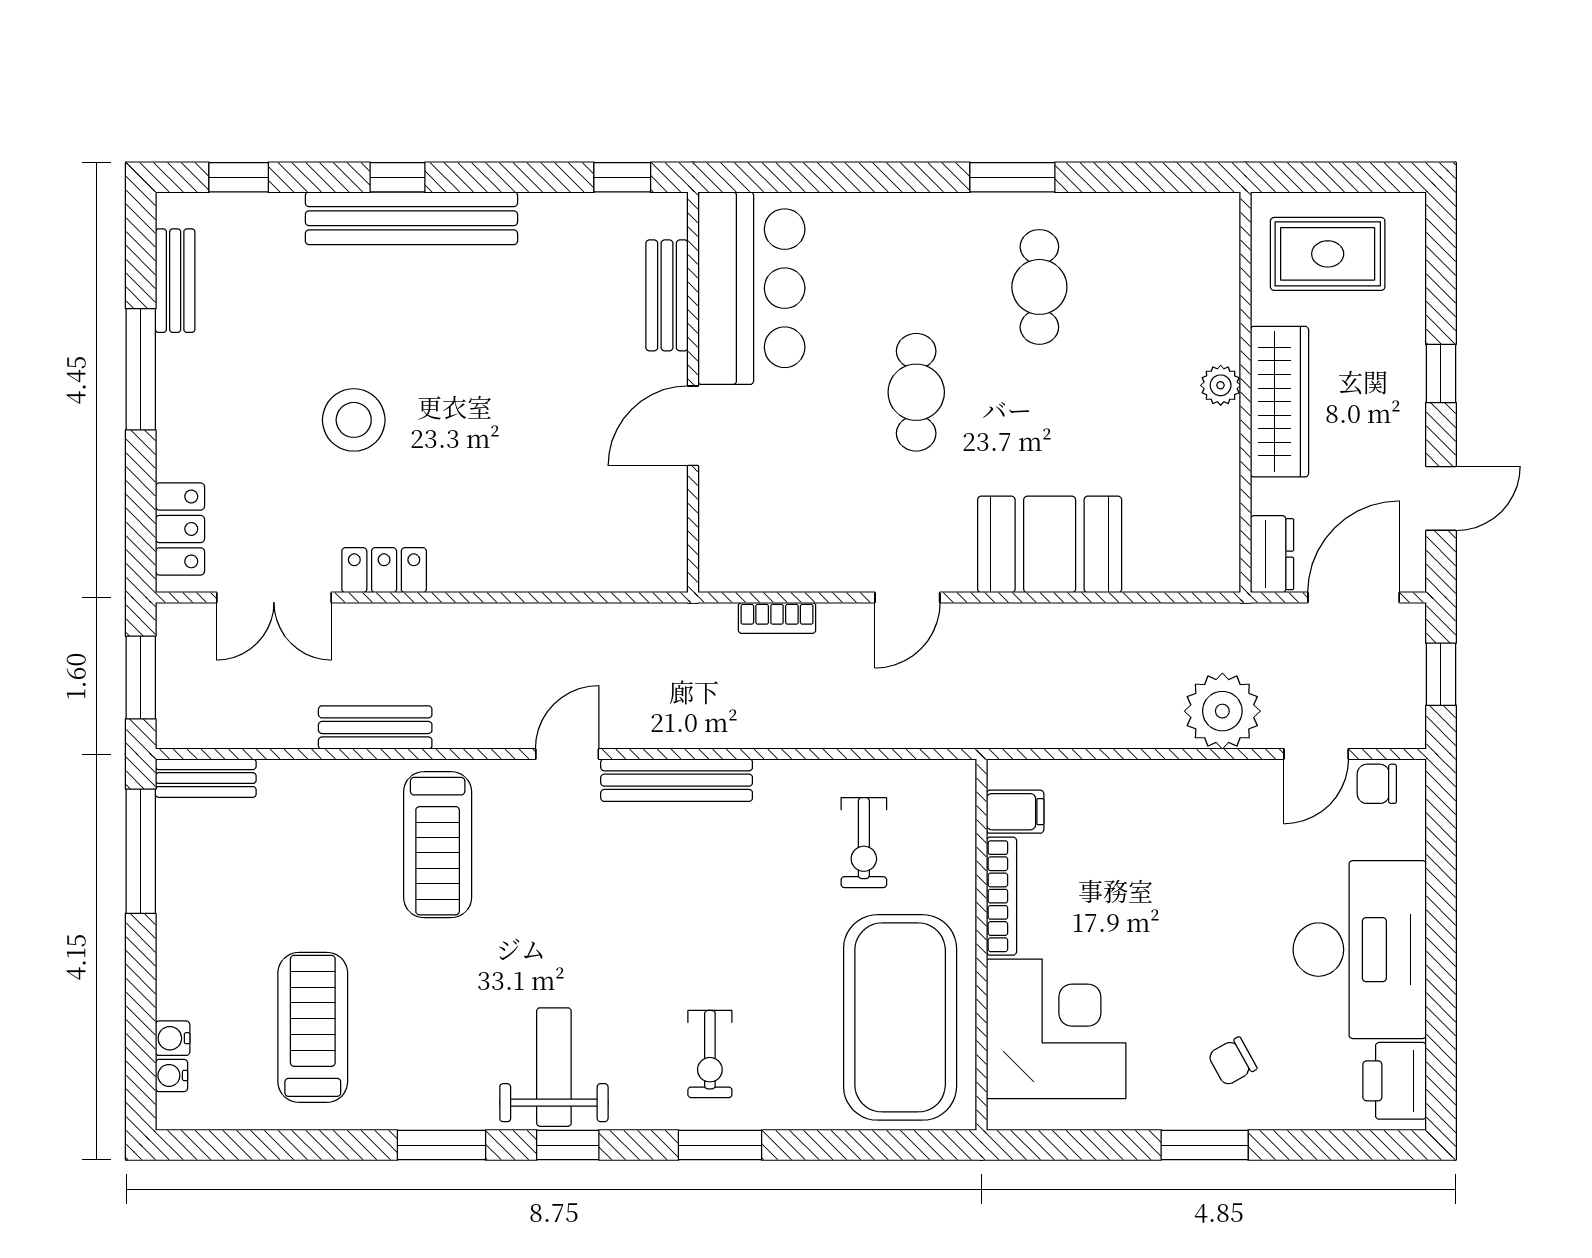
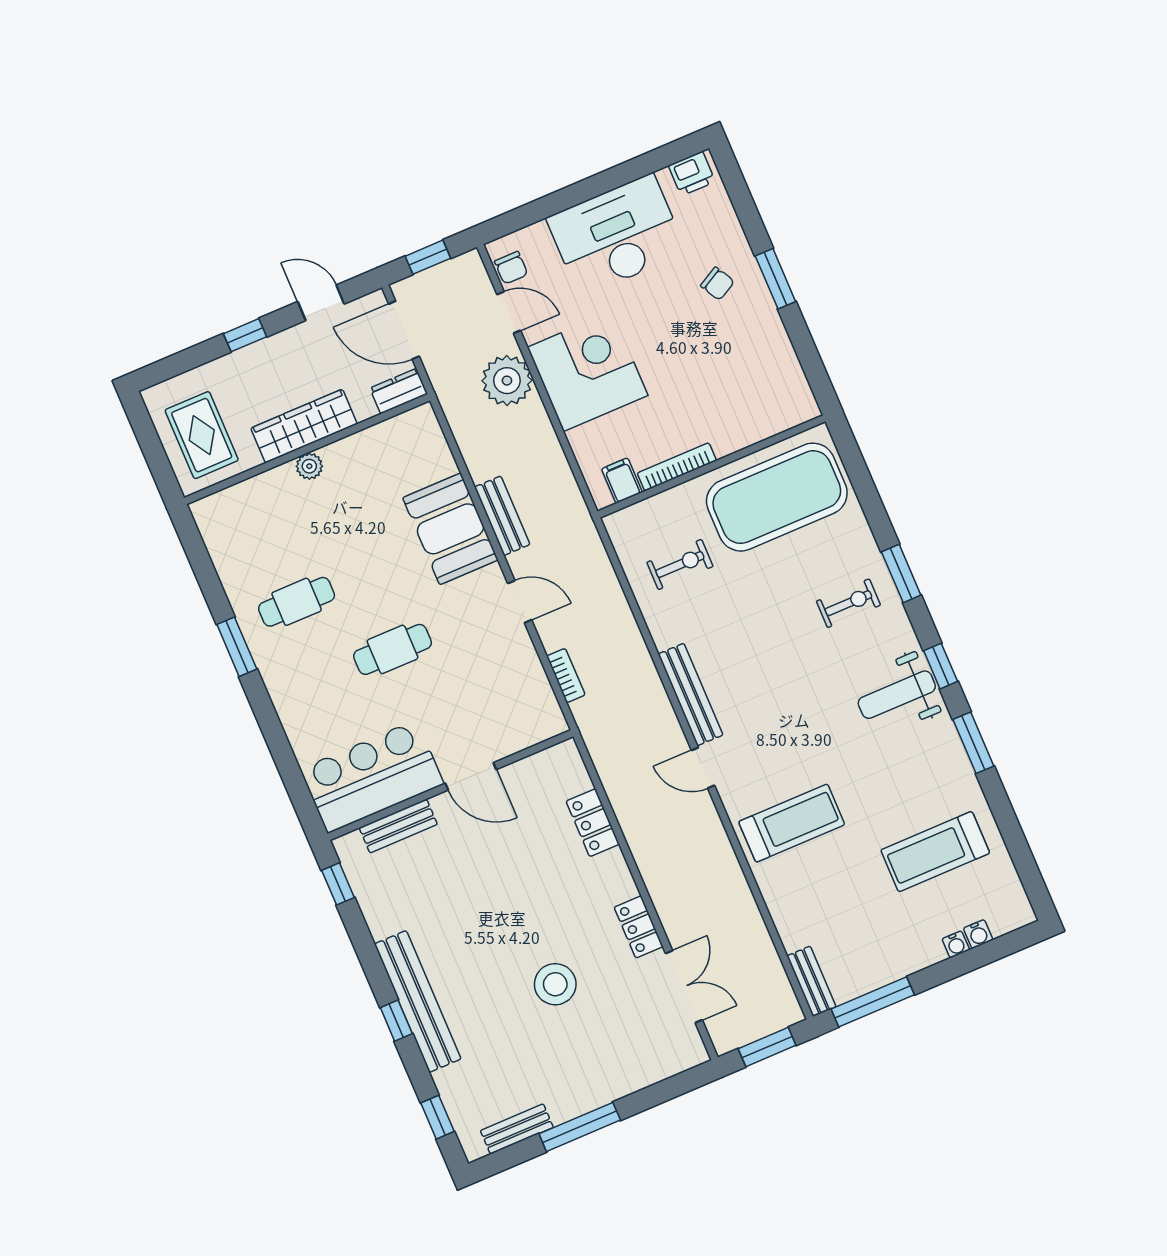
locker: (180, 529) -> (593, 823), moved, turned -90
bench: (375, 727) -> (502, 516), moved
corner desk: (1056, 1029) -> (588, 371), moved, turned 90
water cooler: (171, 1075) -> (956, 944), moved
printer: (1395, 1081) -> (692, 174), width x0.73, depth x0.81

